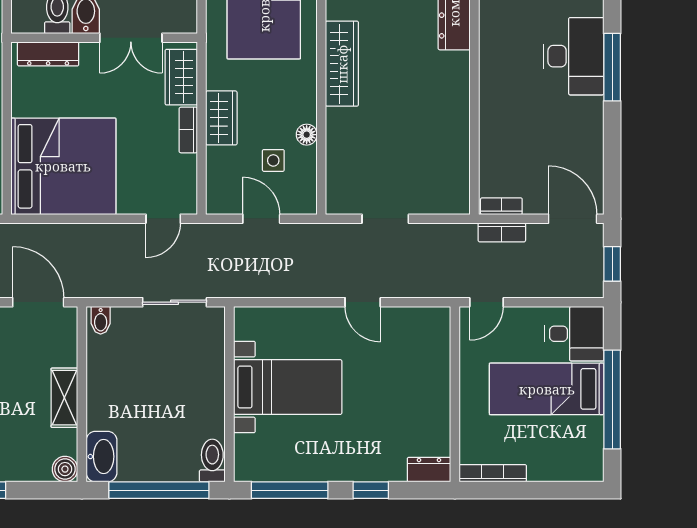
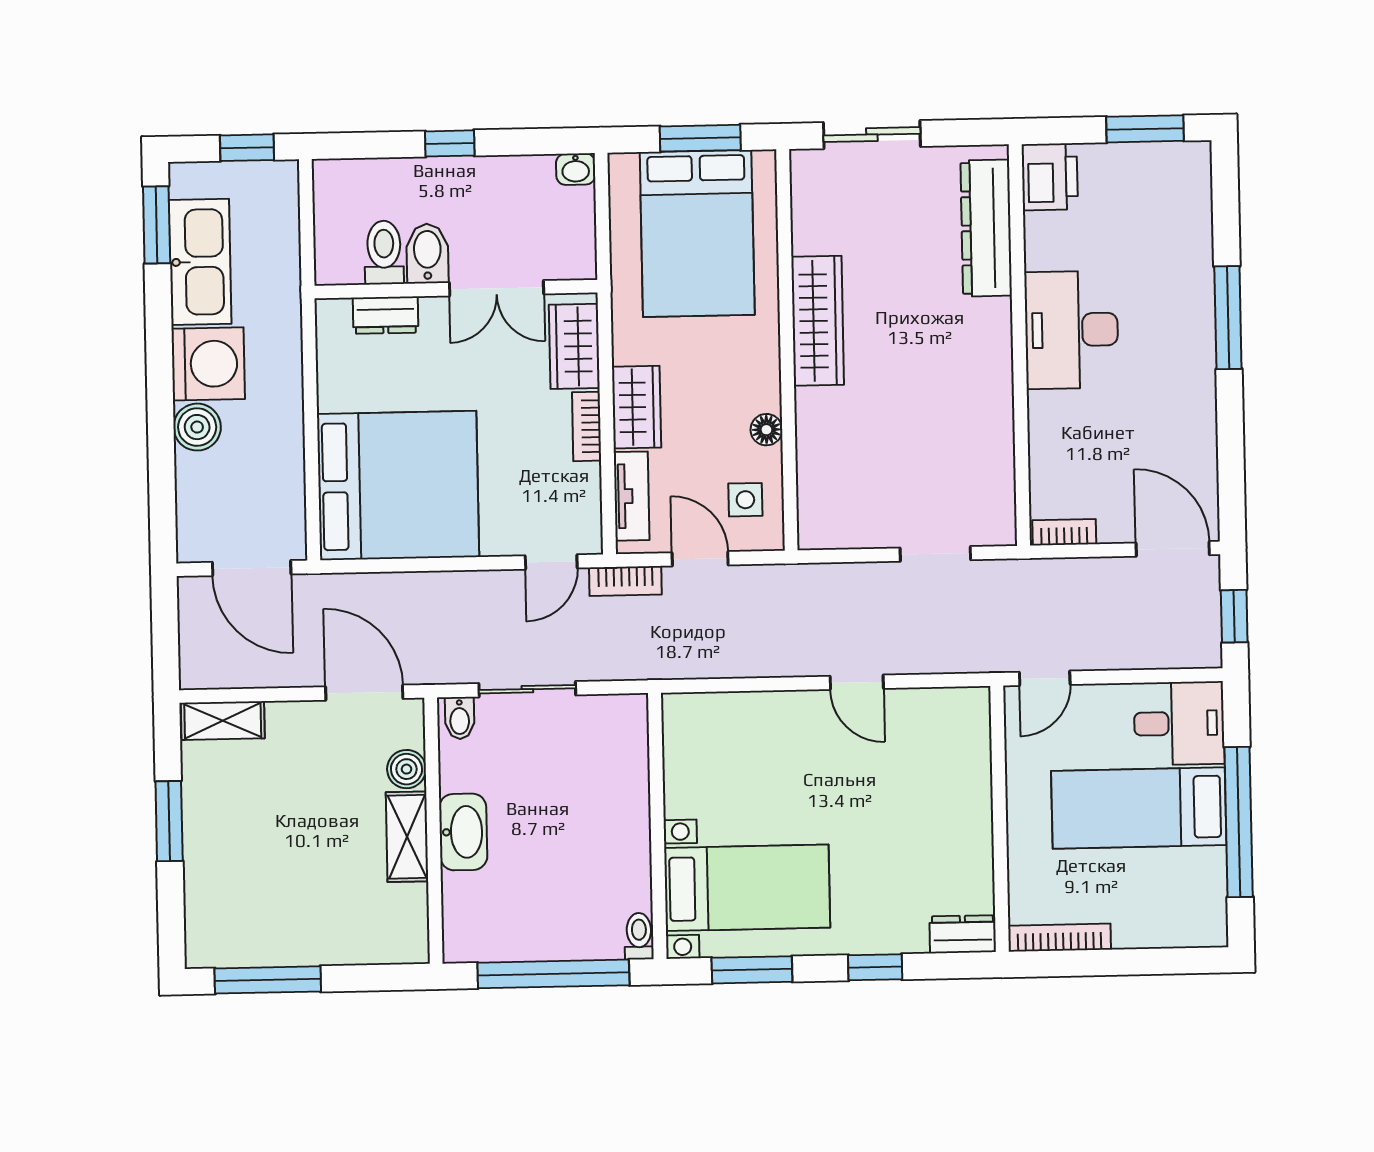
dresser: (48, 54) -> (386, 315), width x0.70
desk: (573, 56) -> (1071, 330), moved, turned 180
side table: (273, 160) -> (745, 500), moved
tv unit: (217, 176) -> (632, 496), added
doorway: (385, 219) -> (935, 554), moved
bookcase: (502, 232) -> (625, 581), moved
sliding door: (175, 302) -> (527, 689), moved
bed with nightstands: (288, 387) -> (747, 888), moved
washbasin: (101, 457) -> (463, 832), moved
toilet: (212, 460) -> (639, 936), width x0.73, depth x0.72
boiler: (65, 469) -> (407, 769), moved
window: (290, 490) -> (752, 970), width x0.69

